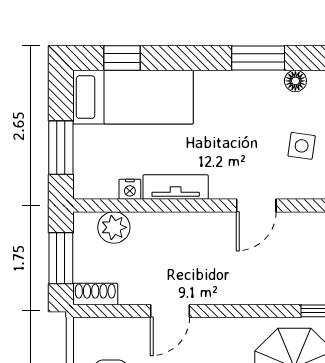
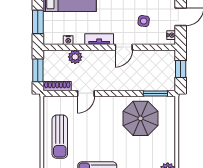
tv unit: (176, 187) -> (99, 39), moved
plant: (114, 227) -> (75, 57), moved
shoe rack: (95, 294) -> (57, 86), width x1.43

